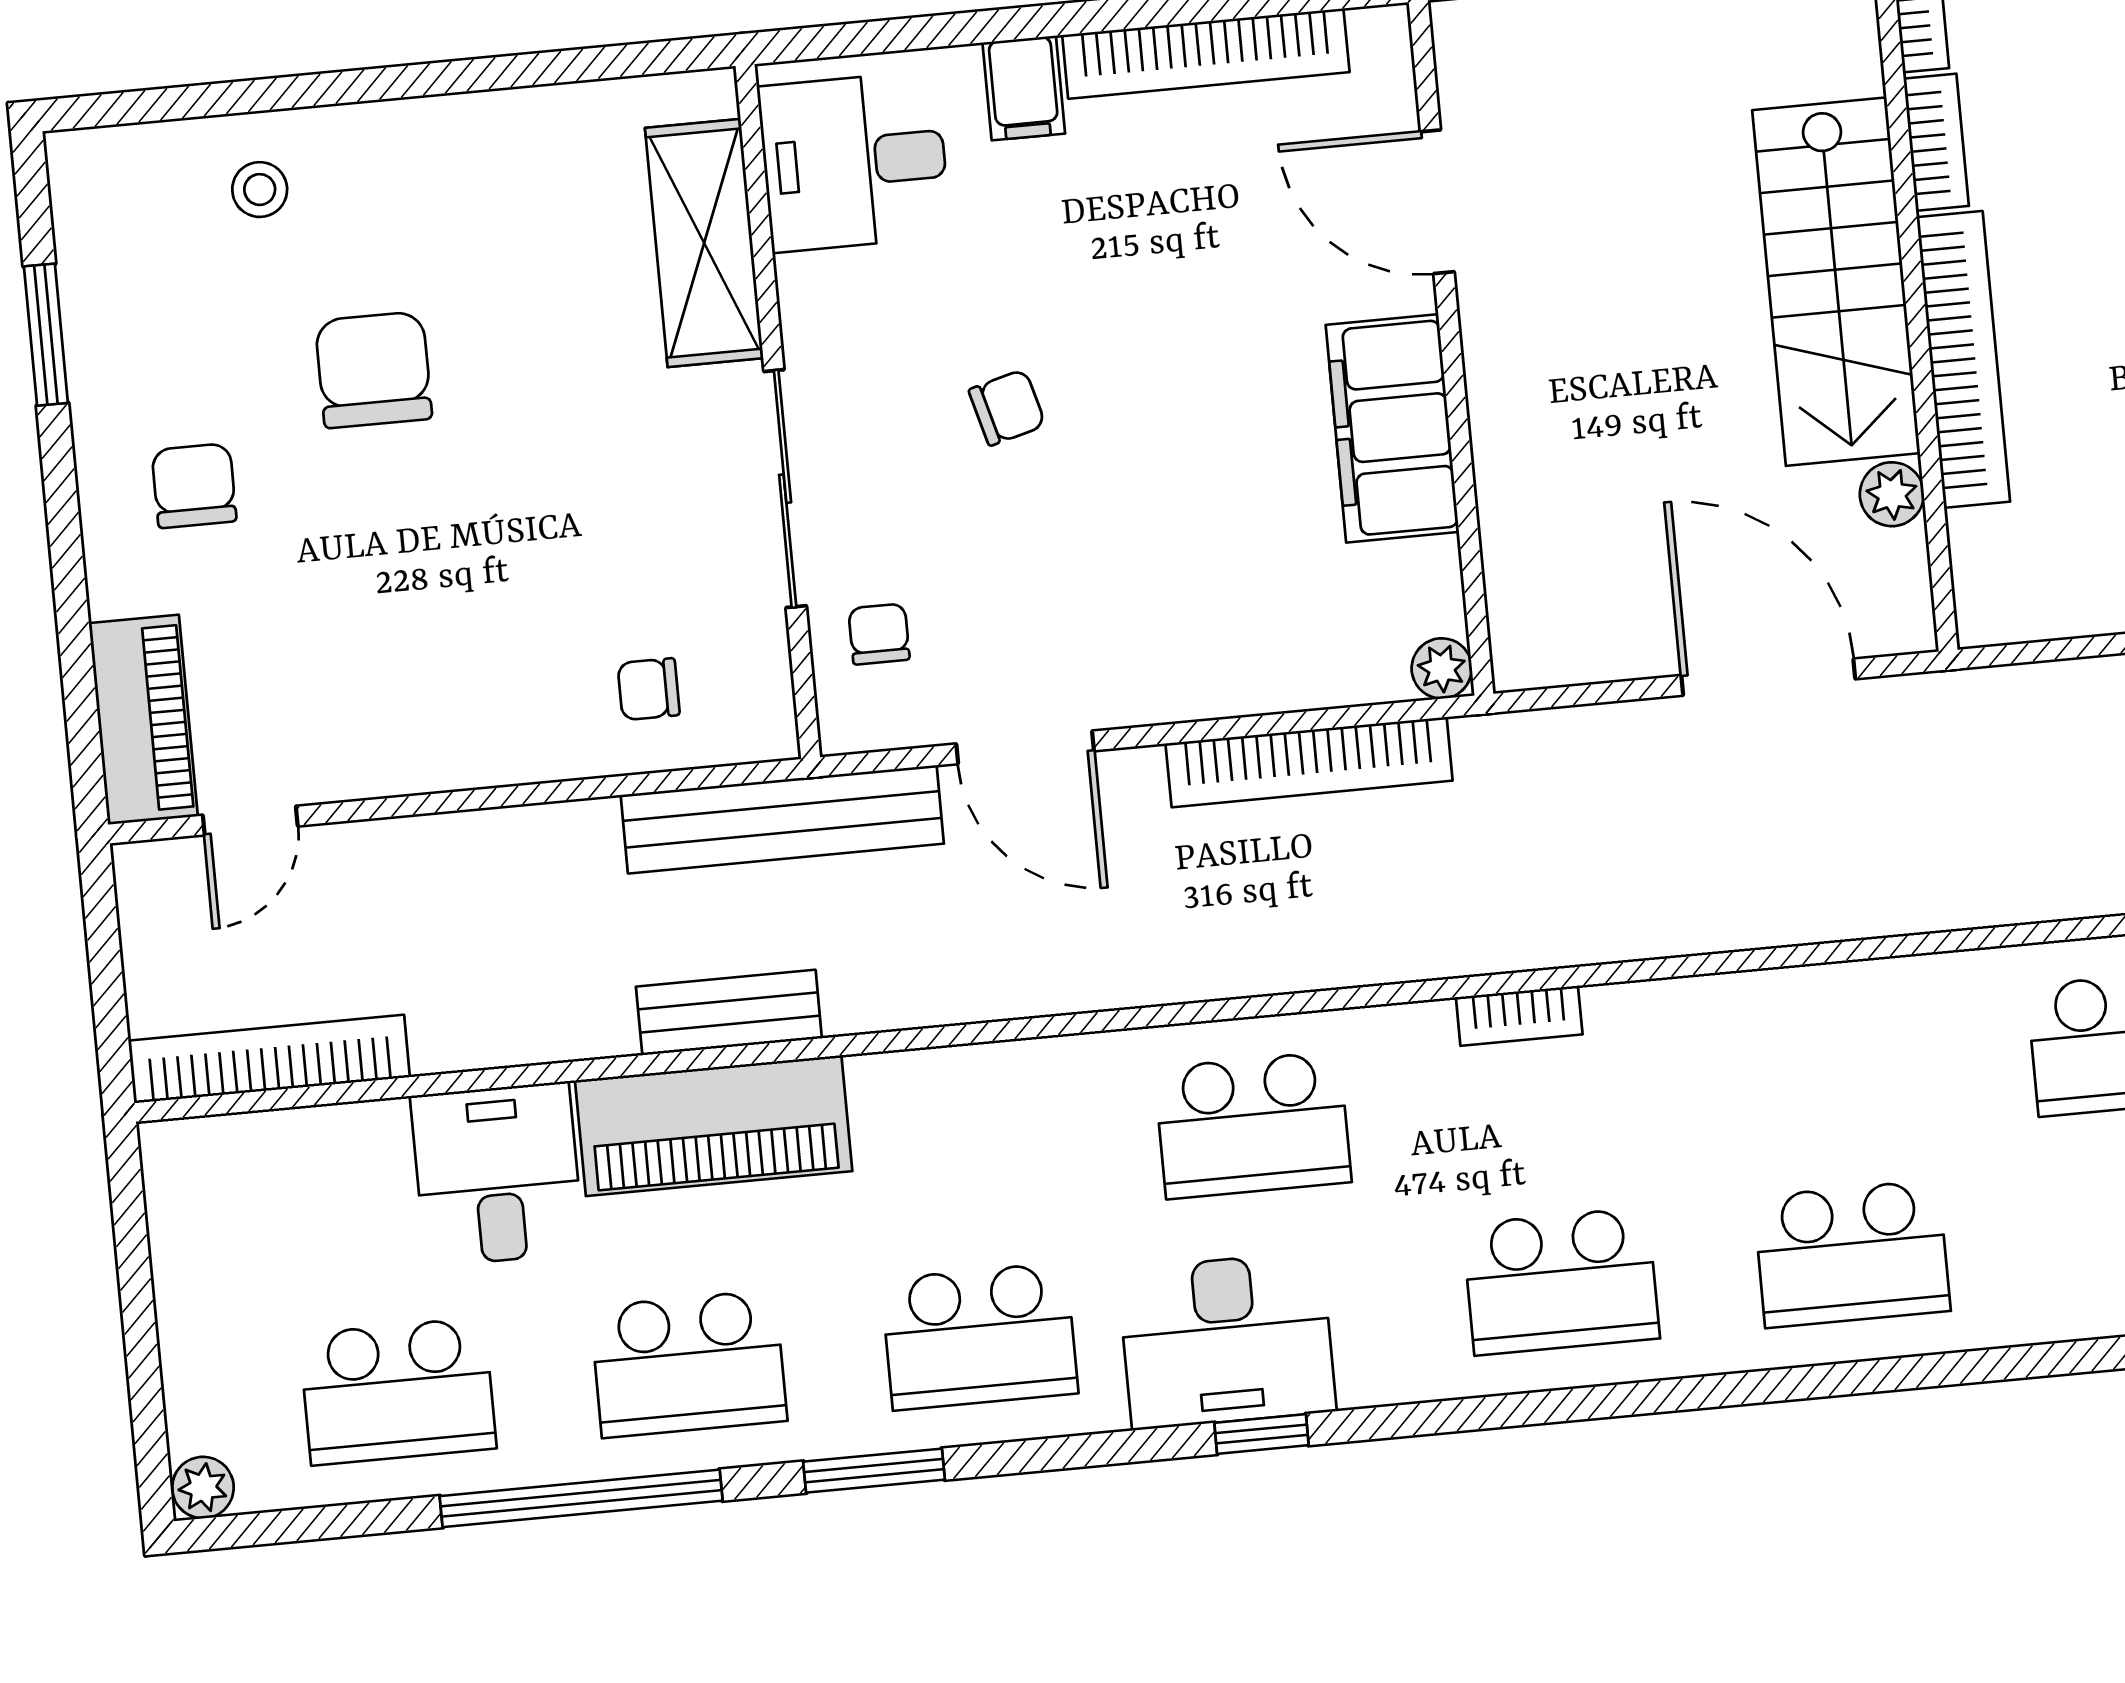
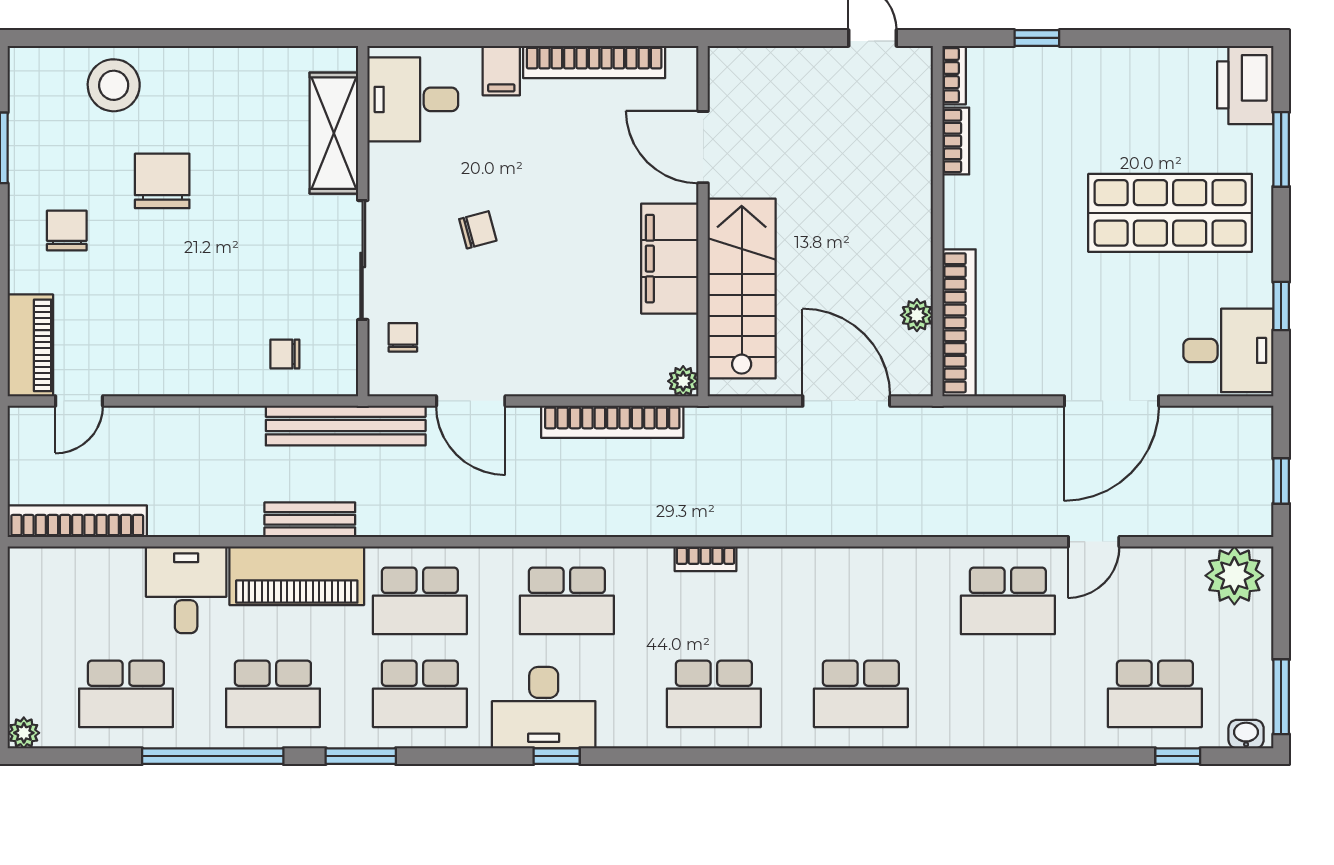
stool: (260, 190) -> (114, 85), width x1.89, depth x1.89
stairs: (1836, 282) -> (742, 289), moved, turned 180
bookcase: (1963, 359) -> (959, 323), moved
school desk: (962, 1152) -> (420, 601), added

